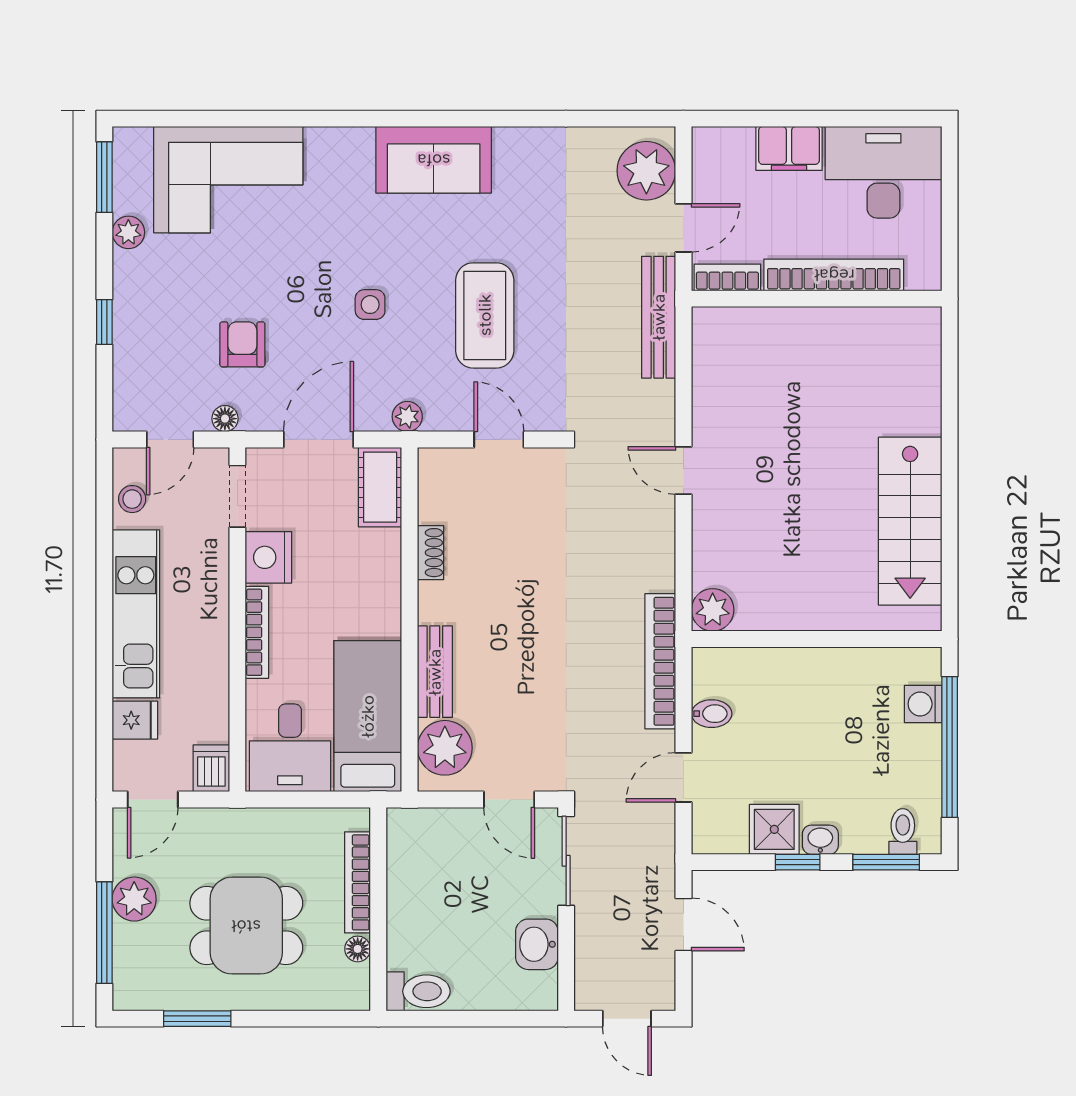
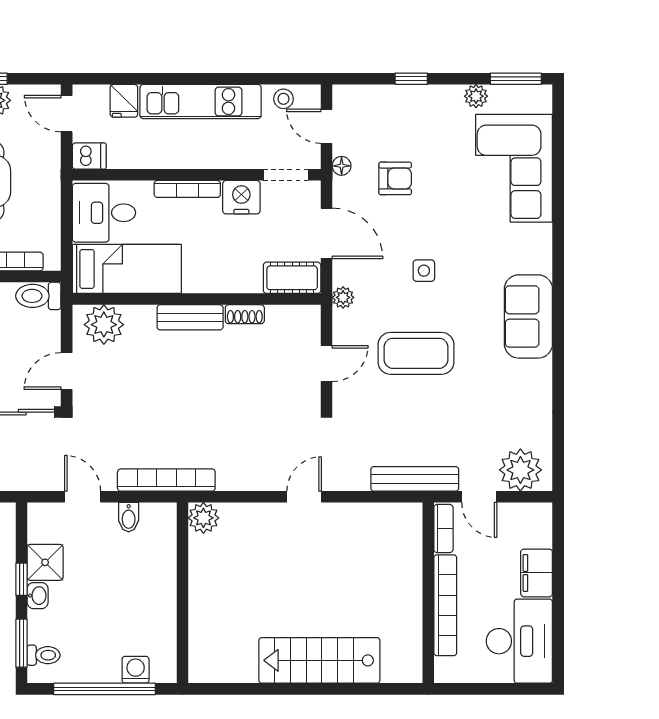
stairs: (910, 521) -> (319, 660), moved
bench: (435, 672) -> (190, 317), moved
toilet: (405, 839) -> (38, 296), added

